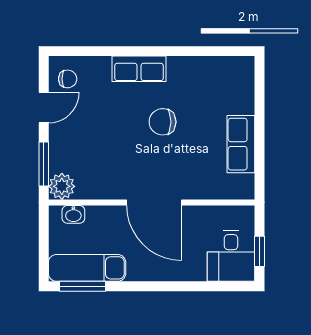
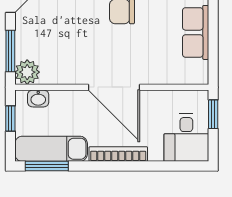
window: (44, 236) -> (10, 118), added
window: (259, 251) -> (213, 114), moved
bookcase: (159, 273) -> (118, 154), added

